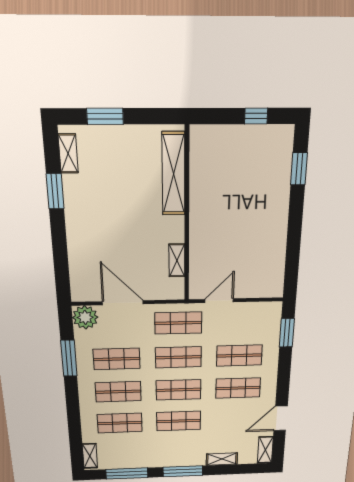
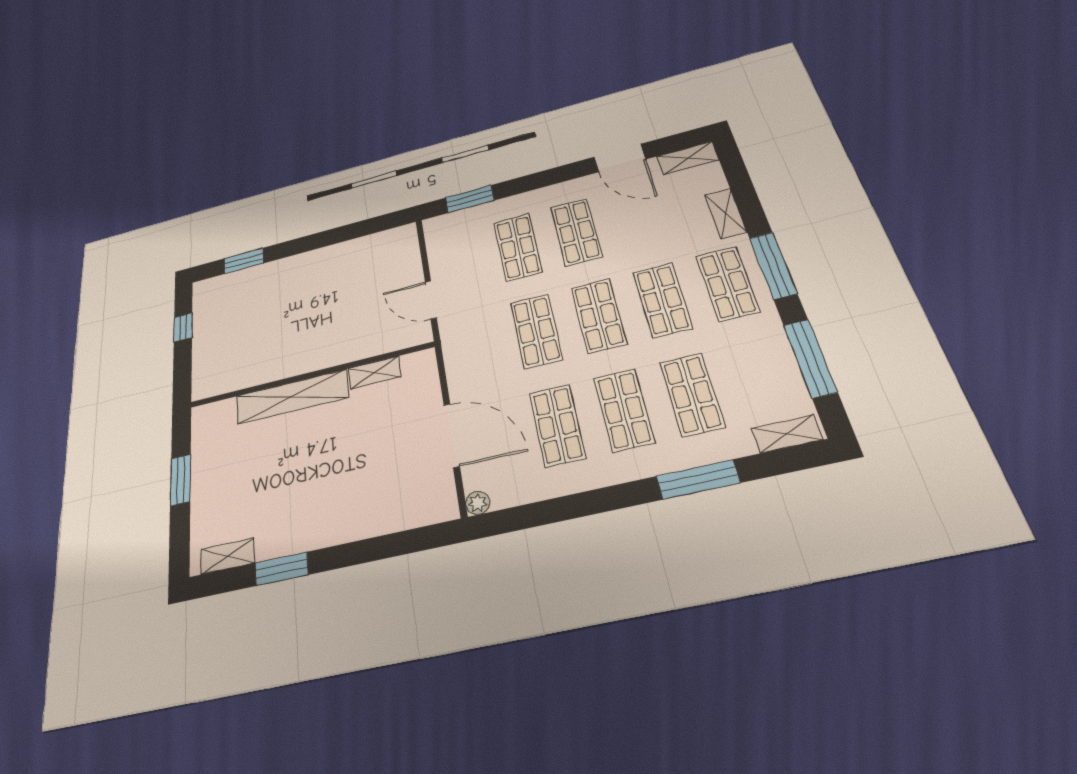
window: (105, 116) -> (181, 480), moved
shelving: (174, 174) -> (292, 397), moved
door: (123, 303) -> (452, 435), swing flipped
plant: (85, 317) -> (478, 503), width x0.53, depth x0.53
shop shelf: (178, 323) -> (727, 284), moved
window: (69, 358) -> (698, 479), moved

